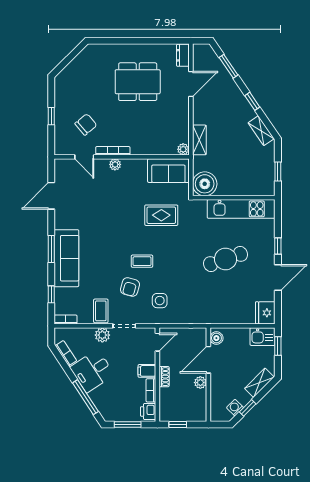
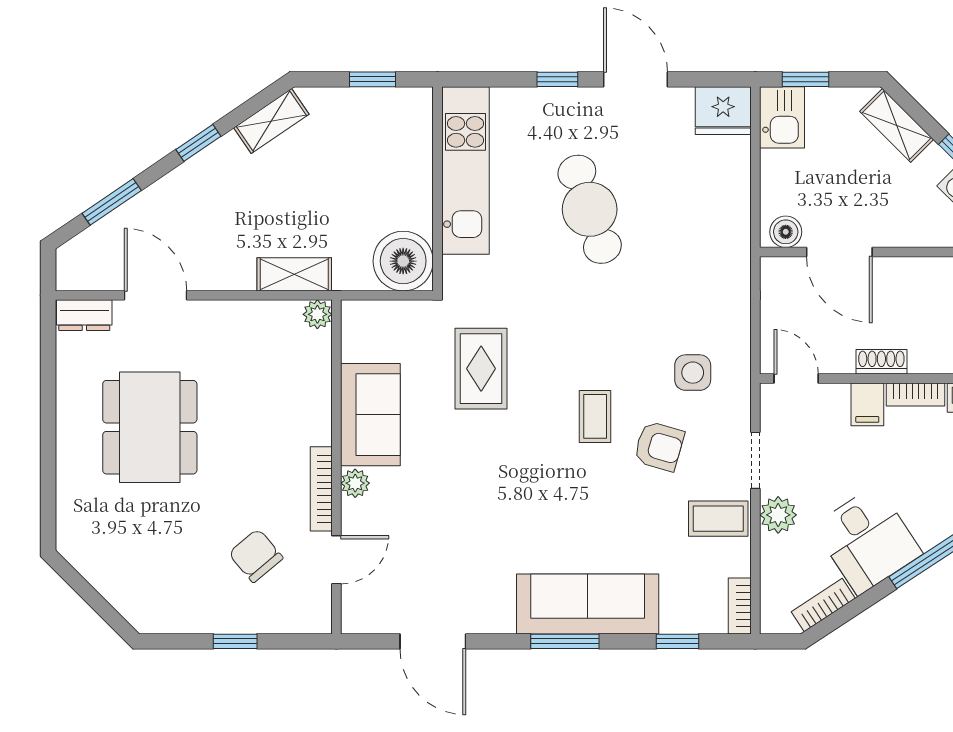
sofa: (168, 171) -> (370, 415), moved
plant: (200, 383) -> (896, 272), removed

